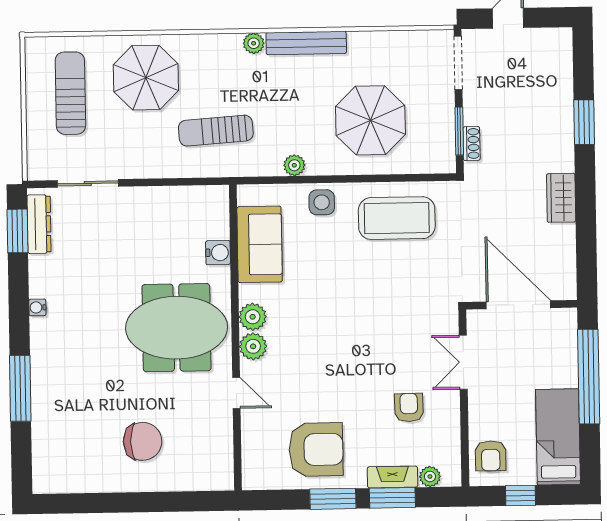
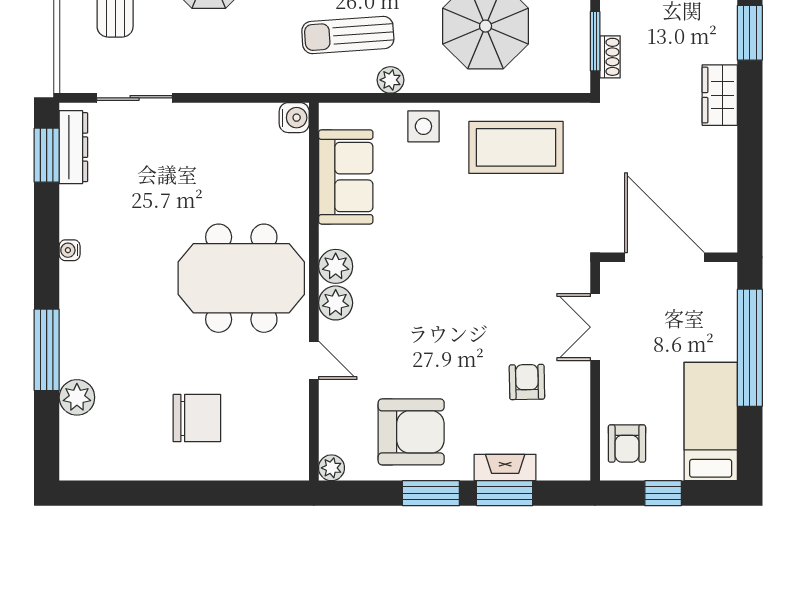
sun lounger: (216, 131) -> (348, 35), moved
wardrobe: (561, 198) -> (720, 95), moved
water cooler: (218, 253) -> (294, 118), moved
plant: (45, 426) -> (77, 397), added
plant: (430, 477) -> (331, 468), moved

